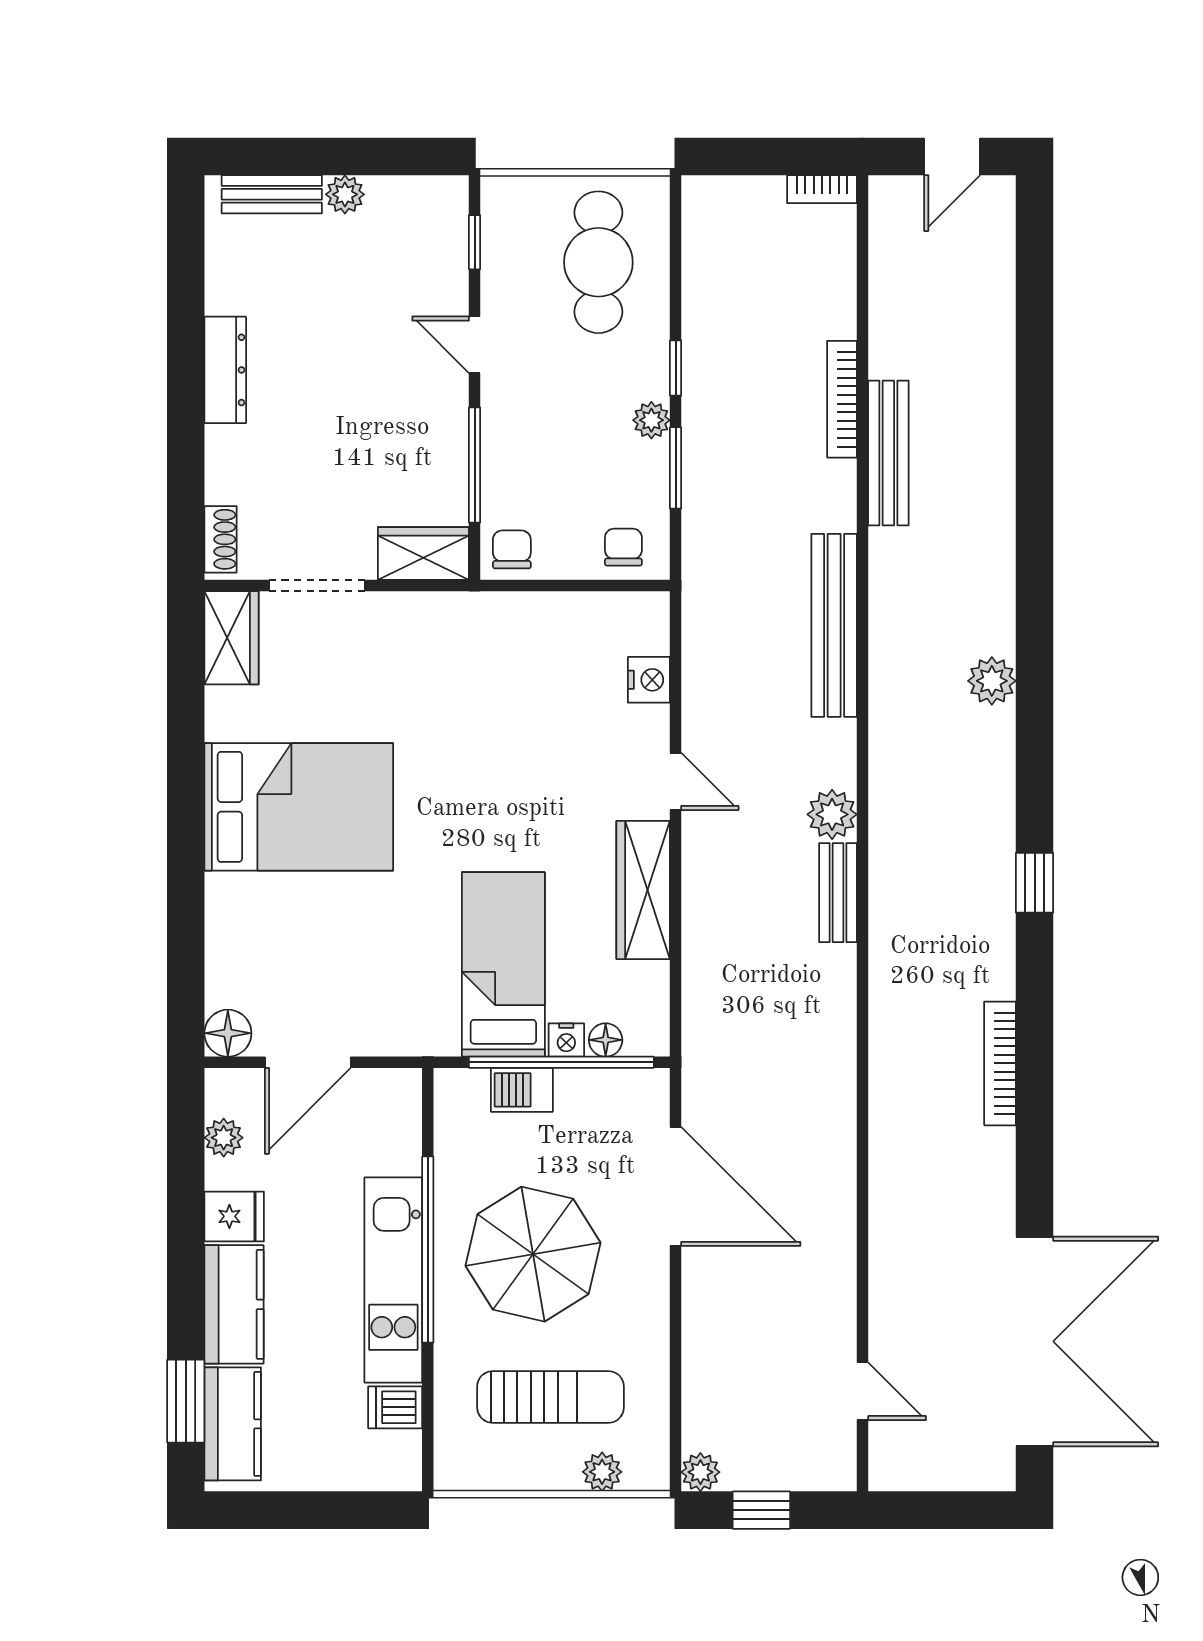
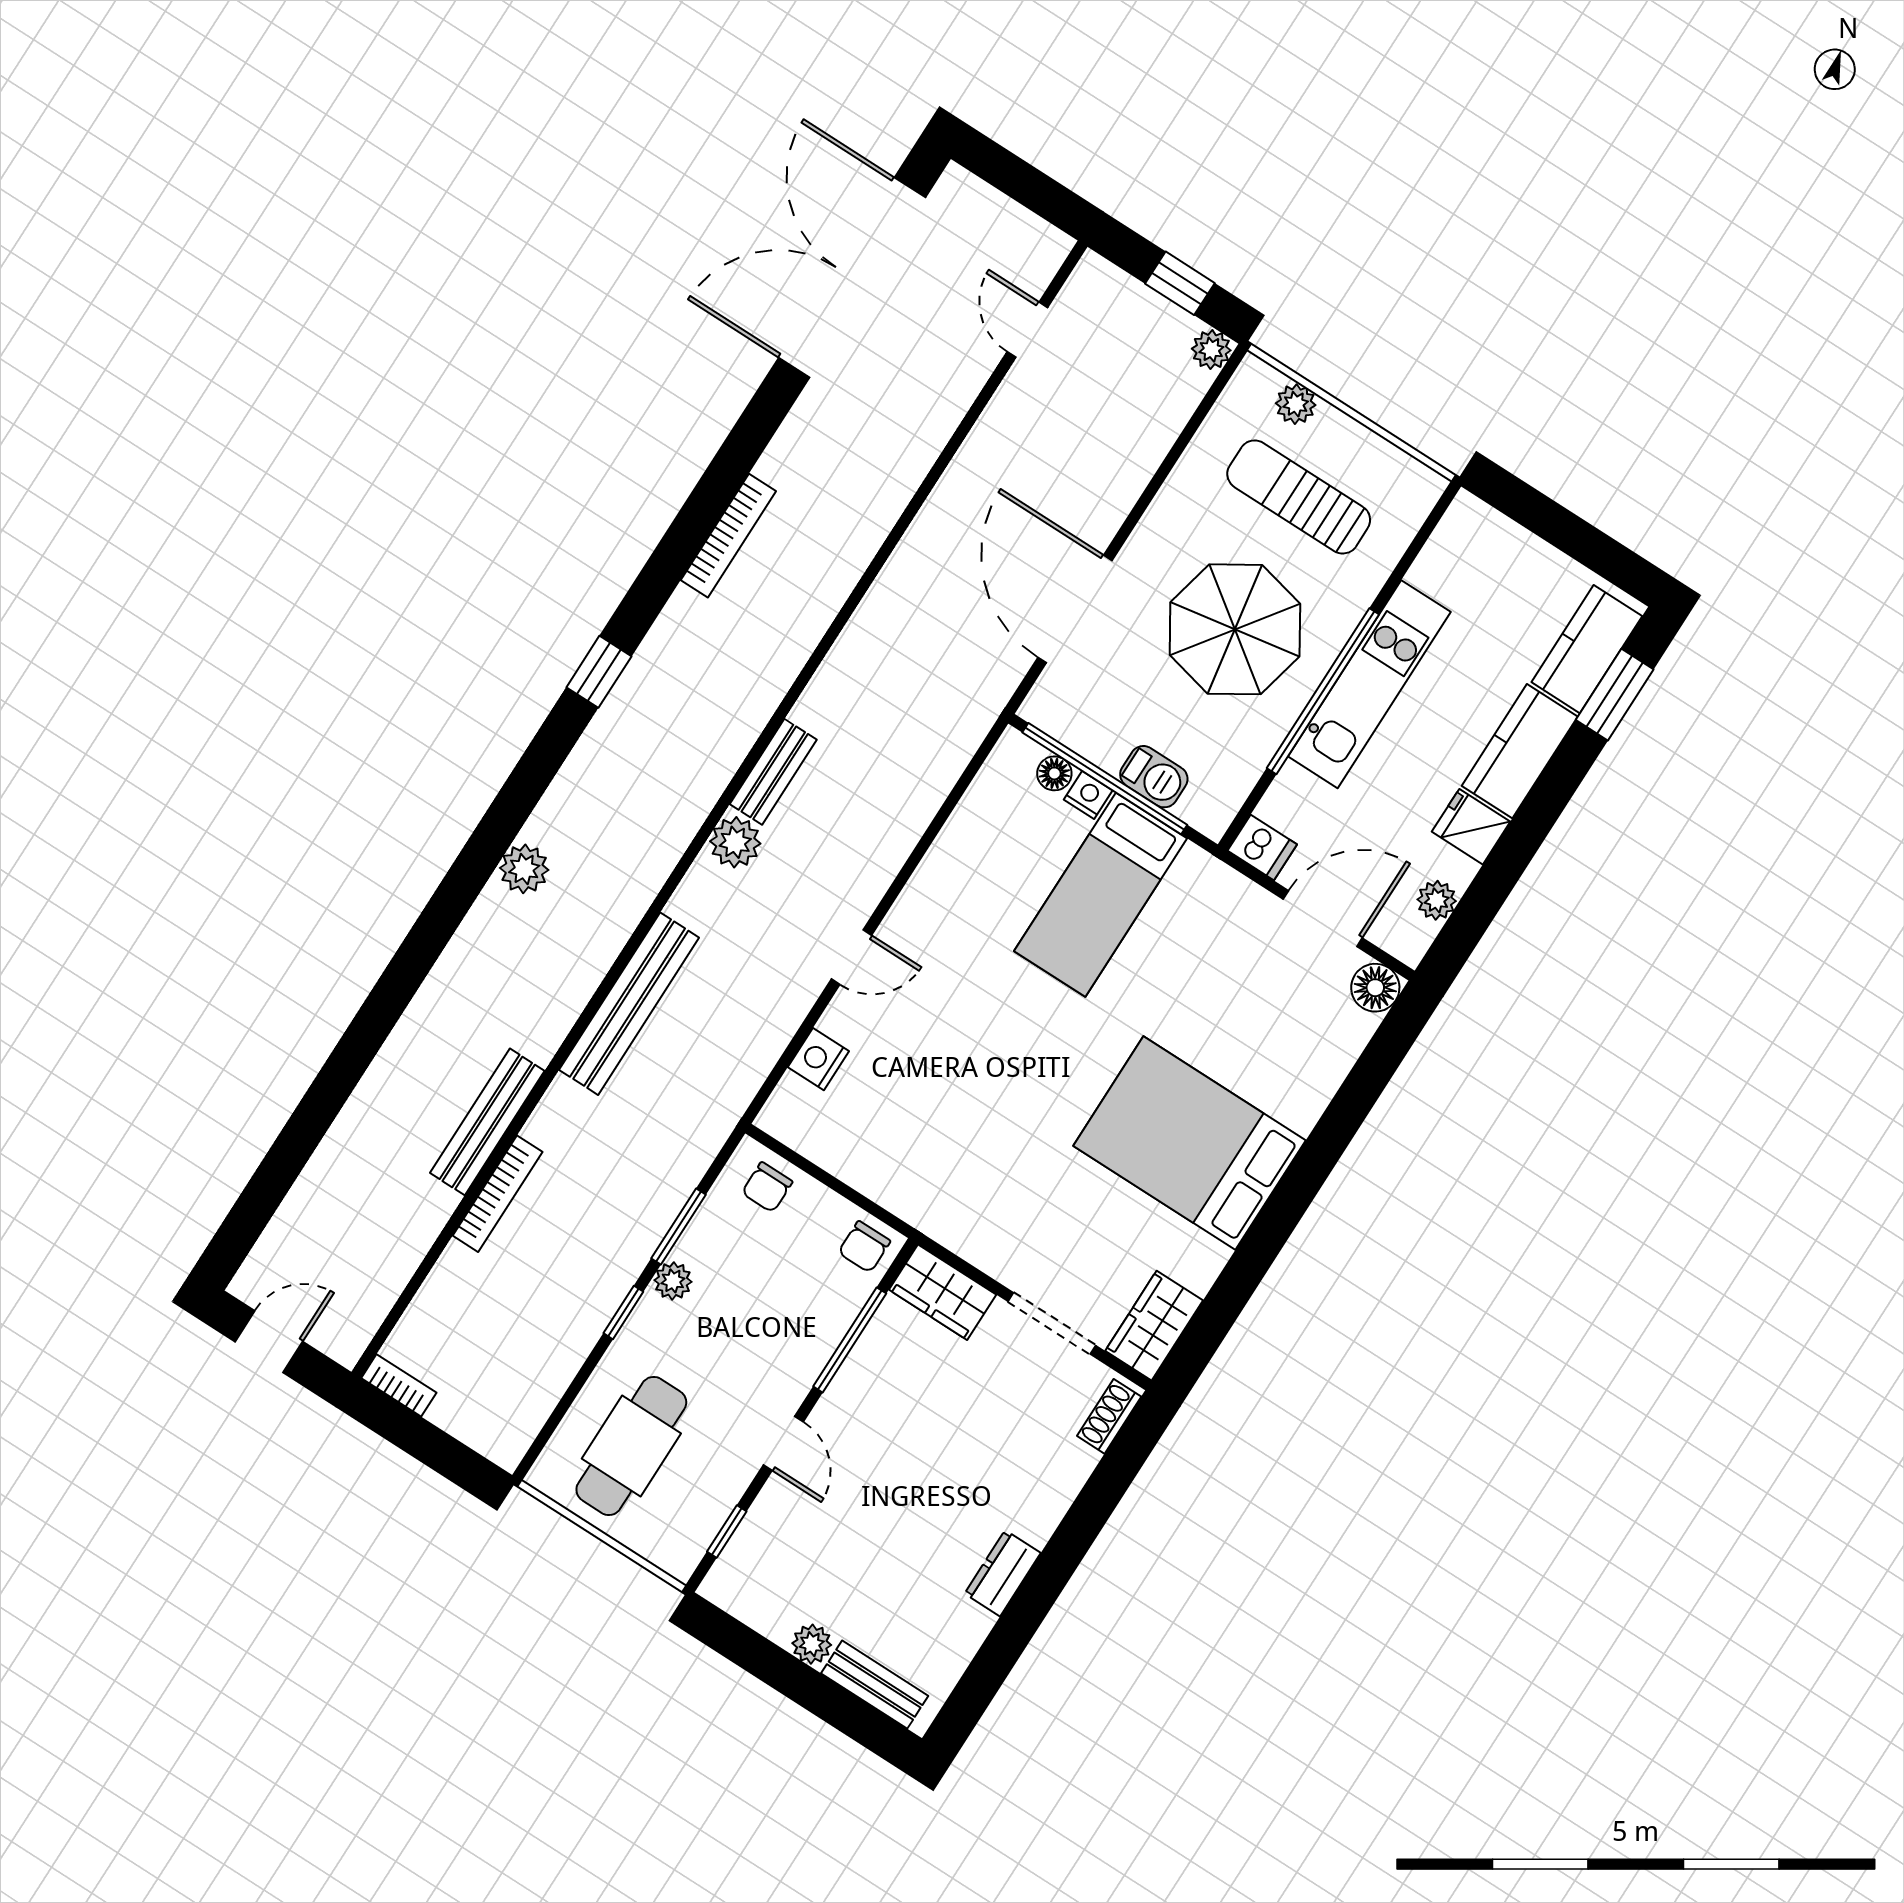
dresser: (225, 370) -> (1003, 1573), width x0.70
door: (676, 781) -> (851, 957), swing flipped
wardrobe: (643, 890) -> (939, 882), removed
dishwasher: (395, 1407) -> (1262, 847), moved

